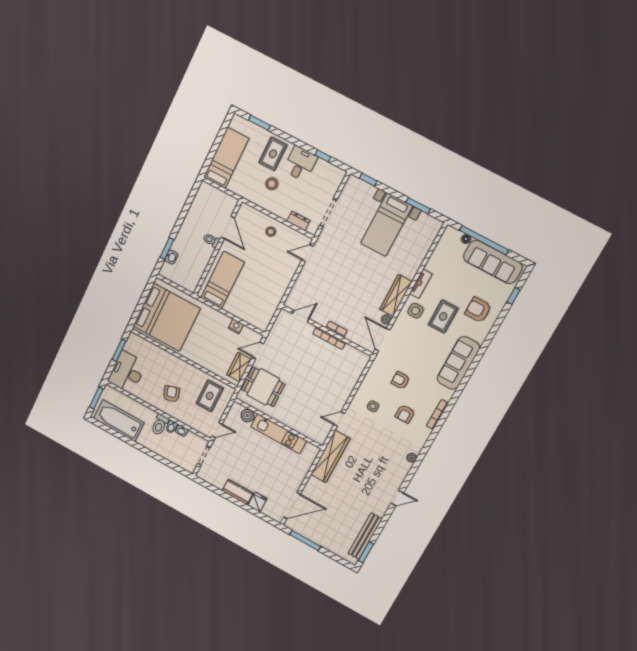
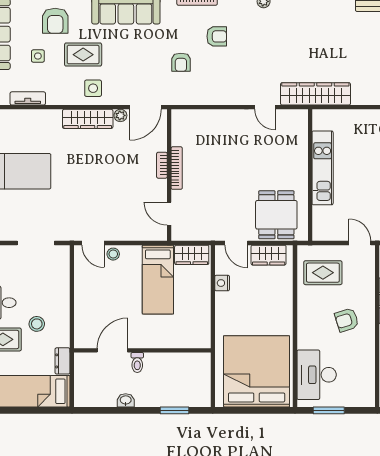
dresser: (298, 221) -> (62, 361), moved
stool: (271, 232) -> (113, 254), moved
washbasin: (171, 257) -> (126, 400), moved
bed: (223, 280) -> (158, 280), moved, turned -90
tv unit: (421, 284) -> (28, 98), moved
wardrobe: (265, 316) -> (192, 255), added
desk: (127, 372) -> (317, 375), moved, turned 90
side table: (373, 406) -> (38, 56), moved
plant: (247, 416) -> (321, 216), removed

